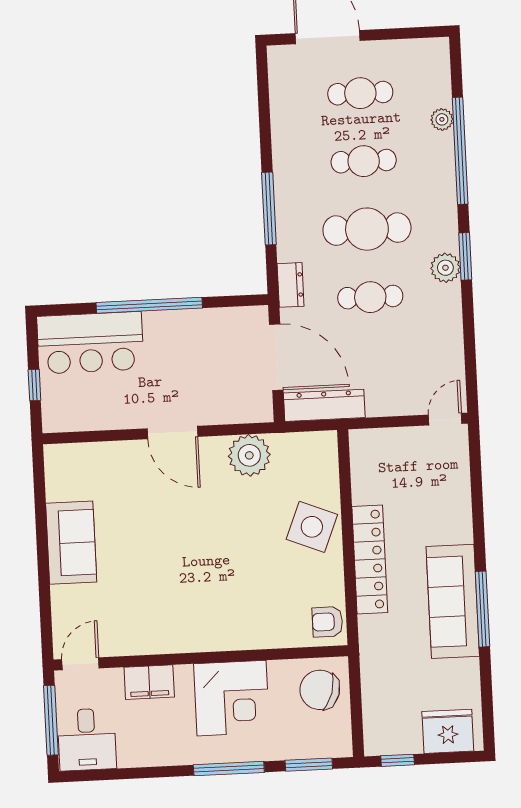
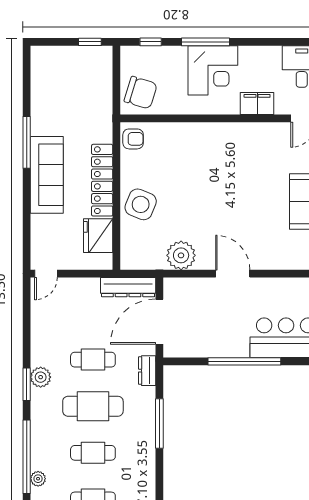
door: (276, 357) -> (159, 322), hinge flipped
sofa: (453, 601) -> (47, 175), moved
corner desk: (232, 698) -> (213, 70), moved, turned 180
fridge: (448, 731) -> (98, 236), moved, turned 90
window: (309, 765) -> (151, 42), width x0.67

